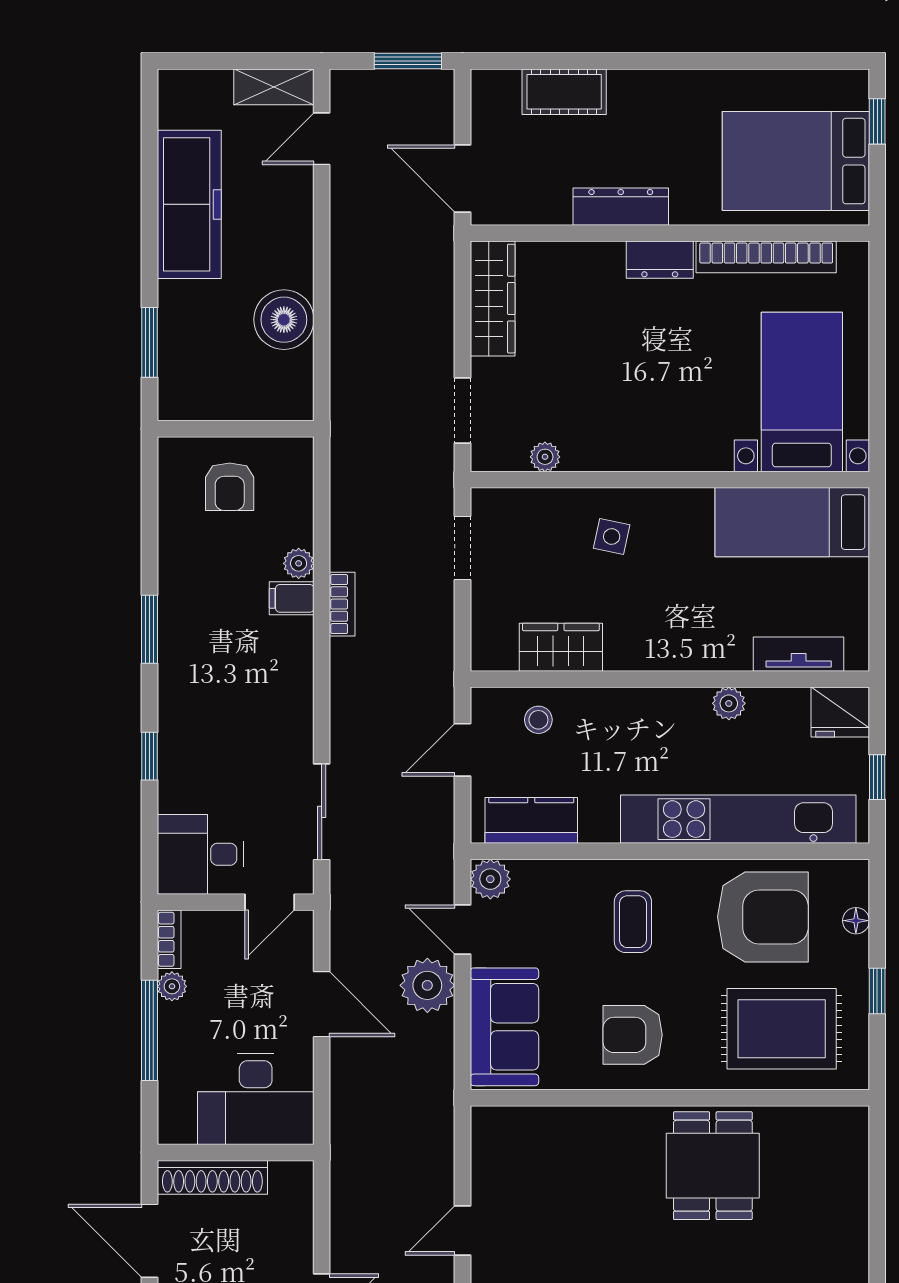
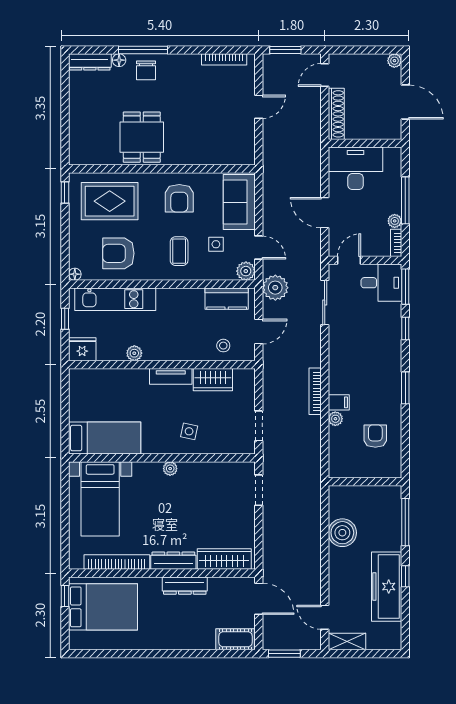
cot: (564, 92) -> (236, 639), moved
window: (877, 121) -> (65, 596), moved
door: (322, 139) -> (325, 617), swing flipped
window: (150, 227) -> (405, 576), added
dresser: (660, 260) -> (173, 561), width x1.44
wardrobe: (493, 299) -> (224, 559), moved, turned 90
window: (150, 342) -> (405, 522), width x1.44
plant: (545, 457) -> (170, 469), moved
armchair: (230, 487) -> (375, 436), moved
bookcase: (342, 604) -> (315, 391), width x1.56
tv unit: (799, 654) -> (171, 376), moved
kitchen unit: (738, 819) -> (115, 299), width x0.73
window: (150, 846) -> (405, 287), added
armchair: (763, 917) -> (118, 253), width x0.73, depth x0.73
floor lamp: (856, 921) -> (75, 274), moved
side table: (554, 936) -> (216, 244), added
plant: (427, 985) -> (275, 288), moved
window: (877, 991) -> (65, 193), moved
armchair: (633, 1035) -> (179, 198), turned 90
shoe rack: (212, 1177) -> (336, 114), moved, turned 90

